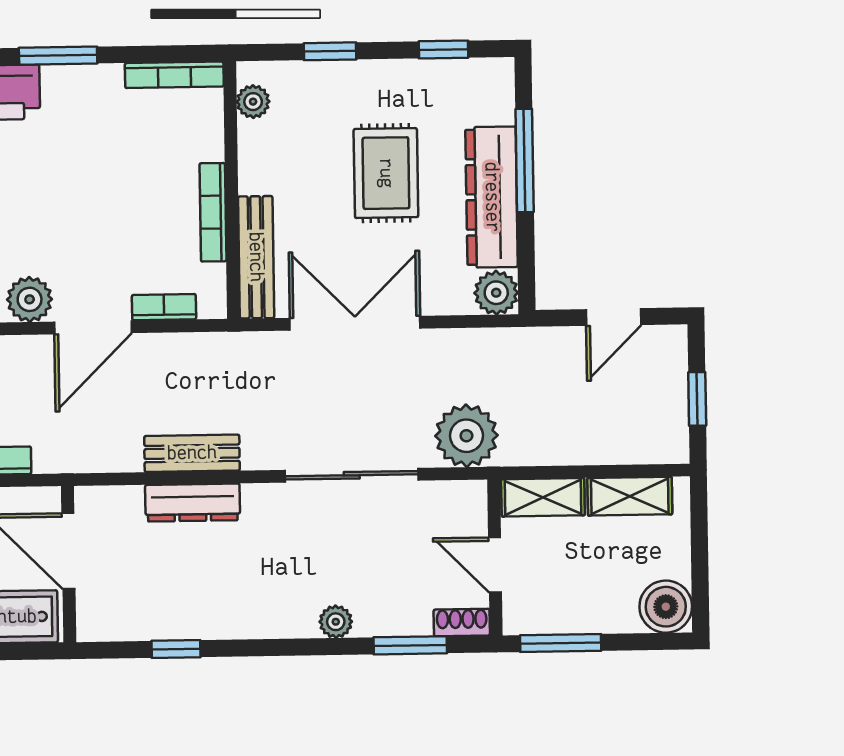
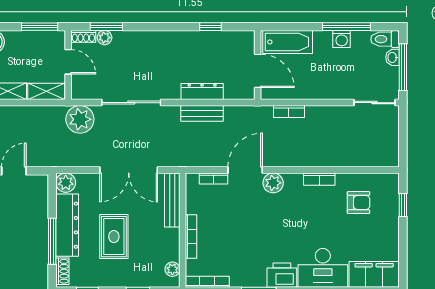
shoe rack: (500, 93) -> (62, 271), added
bookcase: (213, 212) -> (191, 237), moved
plant: (336, 622) -> (105, 38), moved

